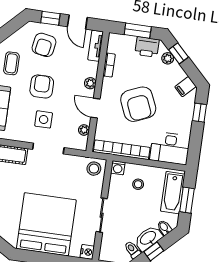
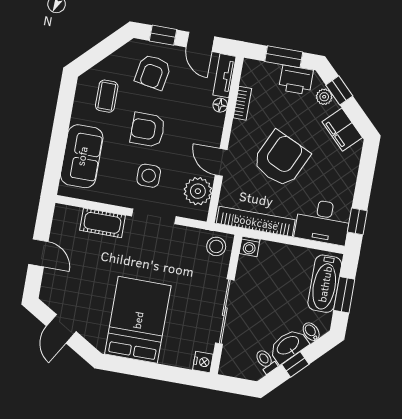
floor lamp: (93, 67) -> (220, 105), added
plant: (90, 83) -> (215, 128), removed
armchair: (42, 86) -> (148, 130), turned -90
filing cabinet: (185, 87) -> (342, 130), width x2.00
armchair: (138, 104) -> (281, 159), turned -132
window: (200, 113) -> (357, 221), moved
plant: (84, 130) -> (198, 191), width x1.88, depth x1.88
stool: (138, 184) -> (277, 270), removed
sliding door: (102, 215) -> (225, 312), width x1.37
bed: (46, 224) -> (138, 320), width x0.73

